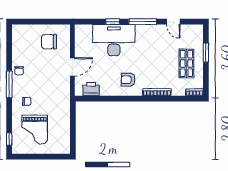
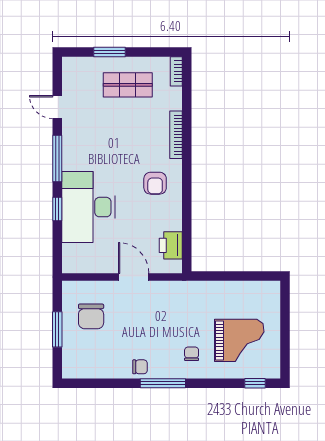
window: (41, 22) -> (57, 329), added
door: (173, 22) -> (57, 107), swing flipped

